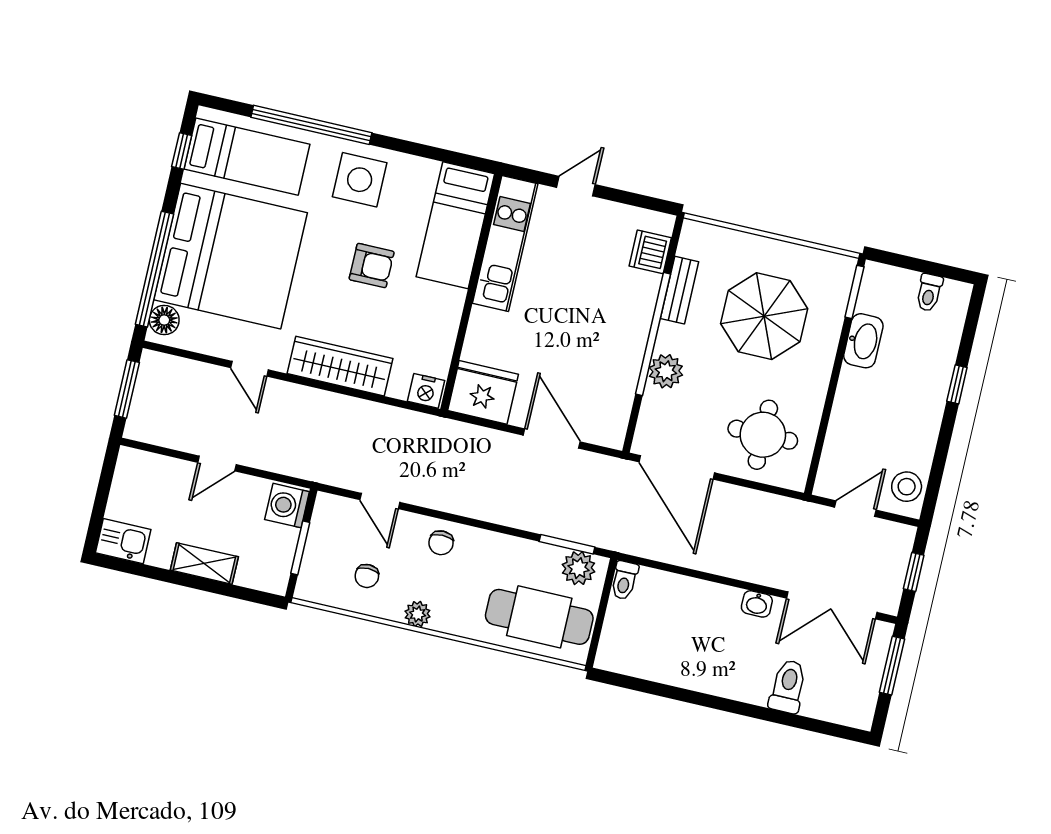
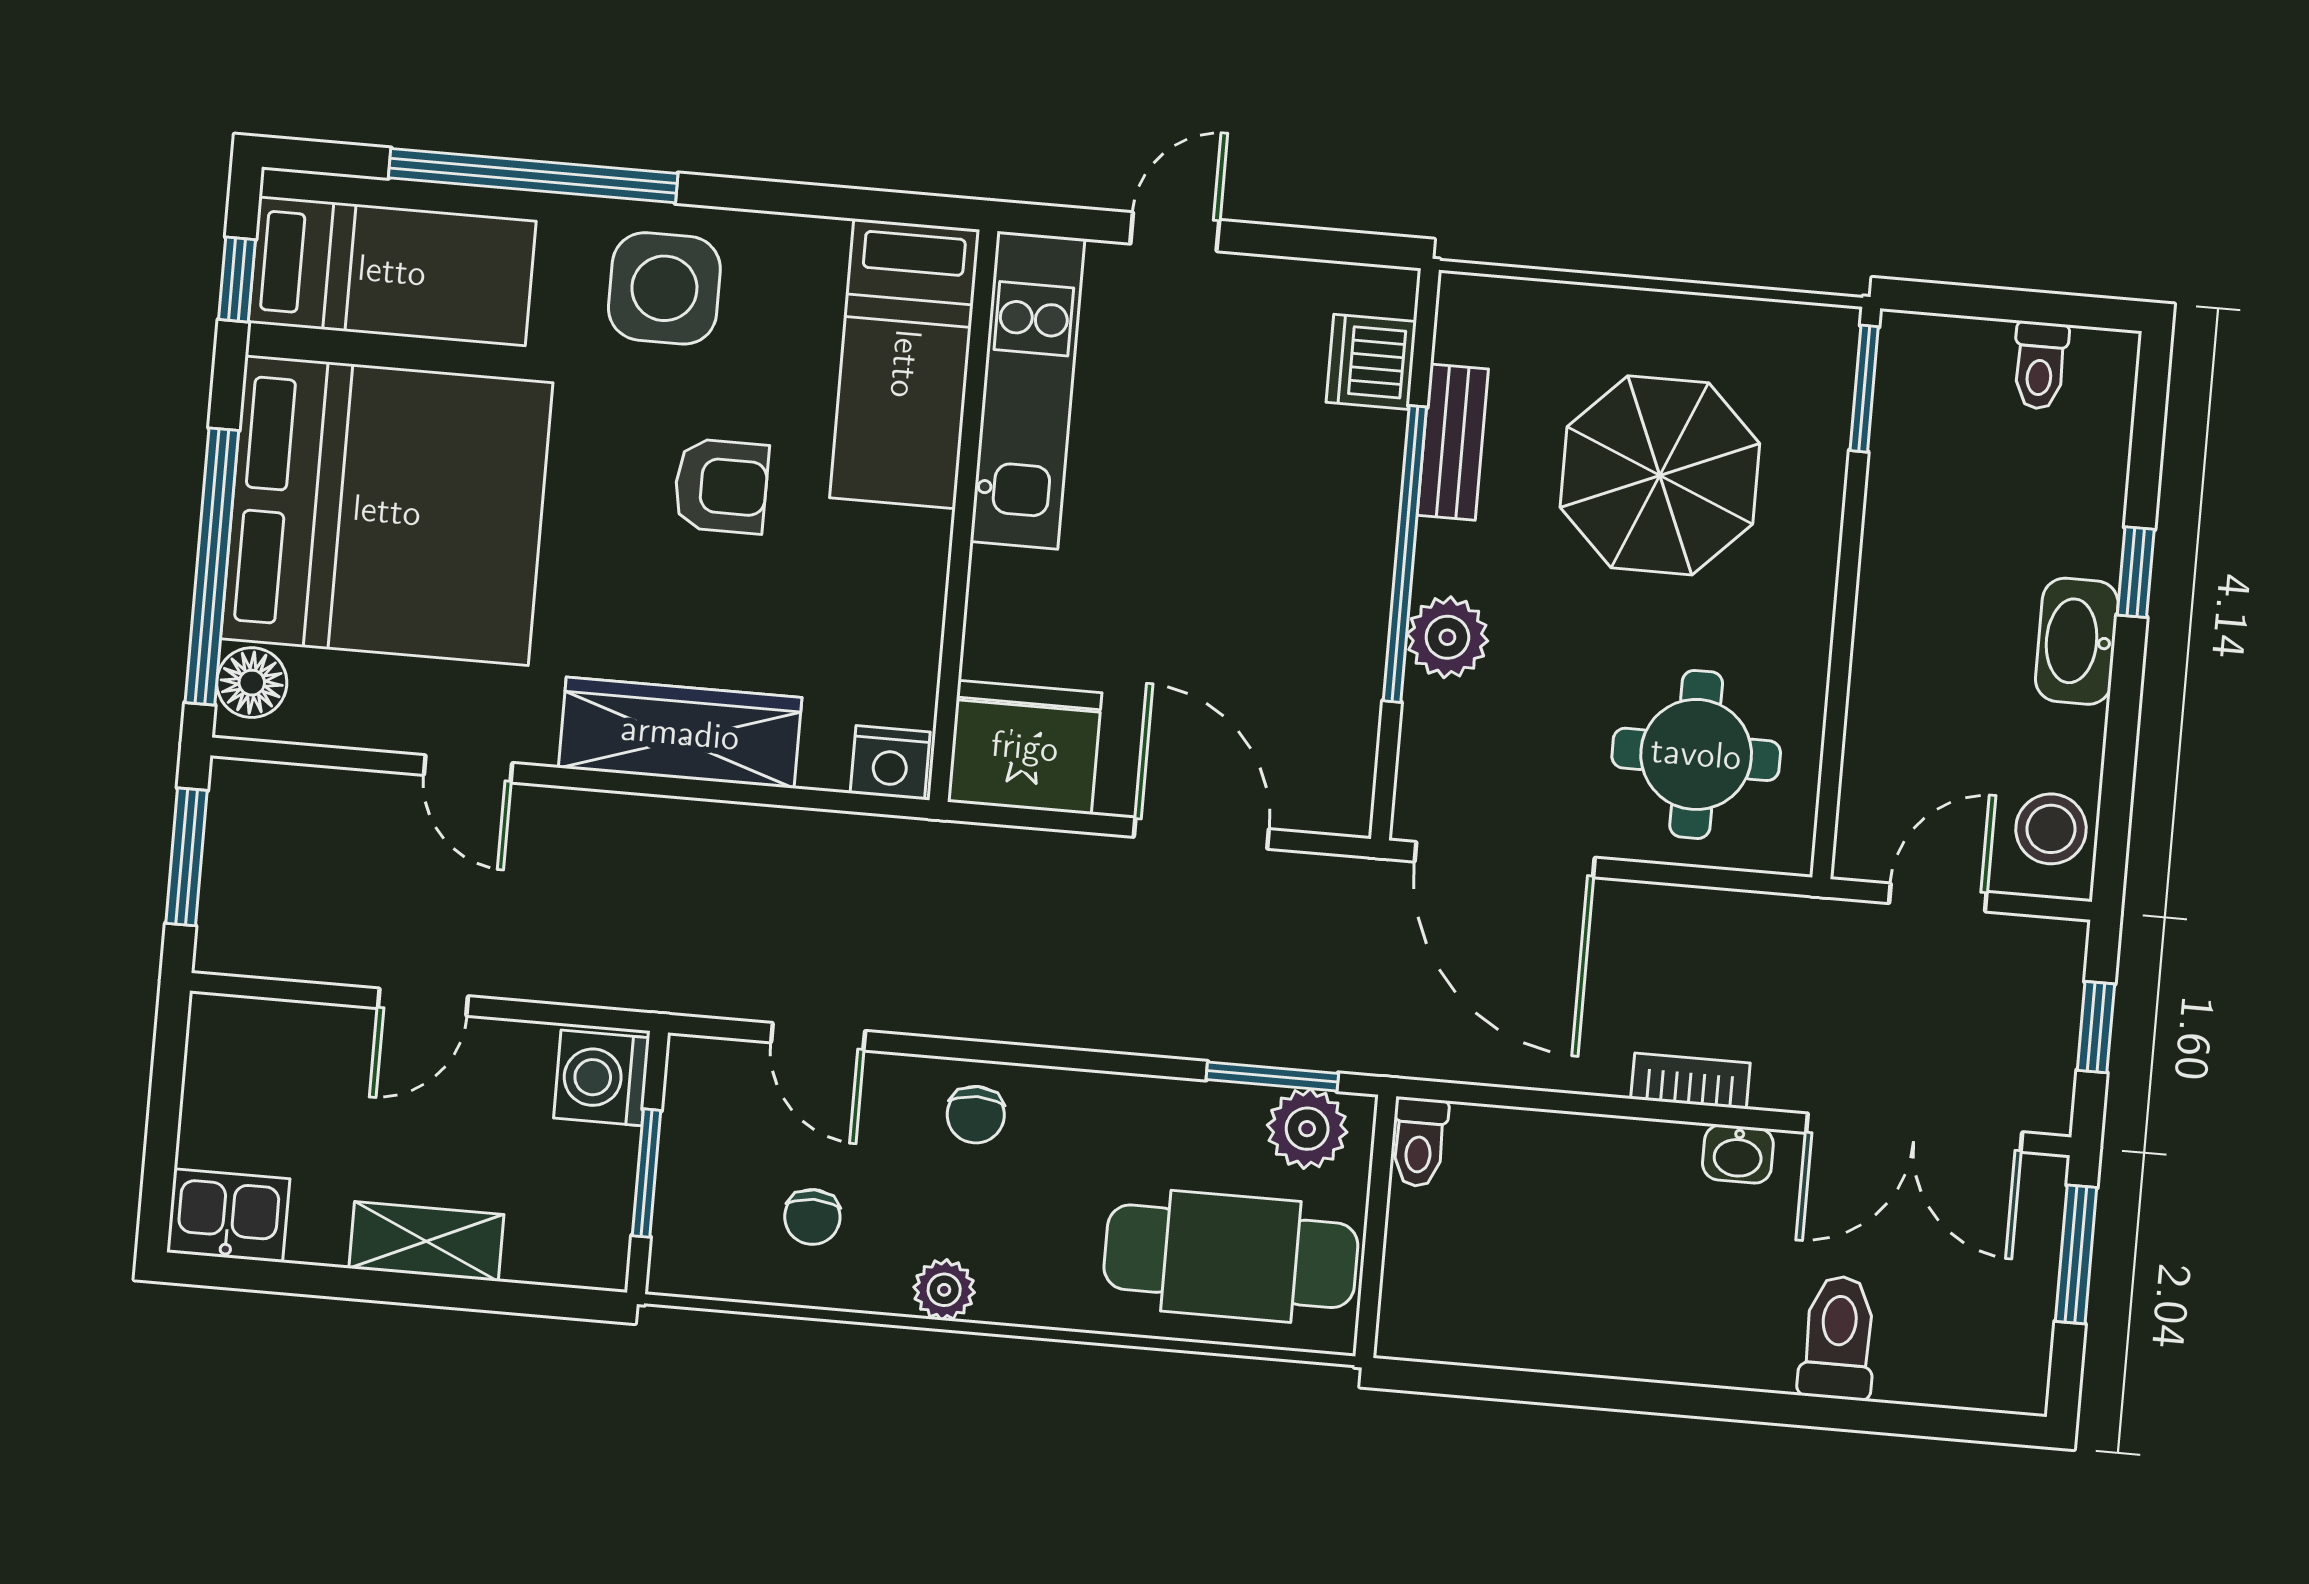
washbasin: (863, 341) -> (2077, 641), moved, turned 180
bookcase: (741, 571) -> (1690, 1081), added

